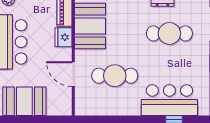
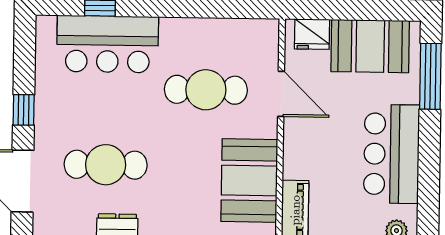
fridge: (64, 37) -> (312, 34), moved, turned 90

